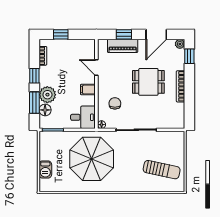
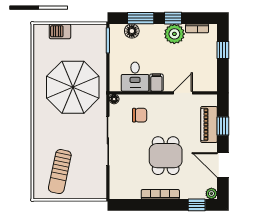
plant: (47, 95) -> (174, 34), moved
desk: (83, 117) -> (135, 77), moved

